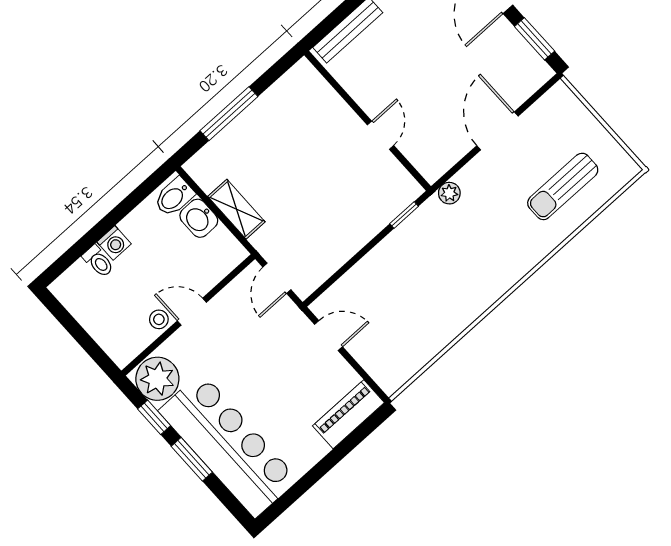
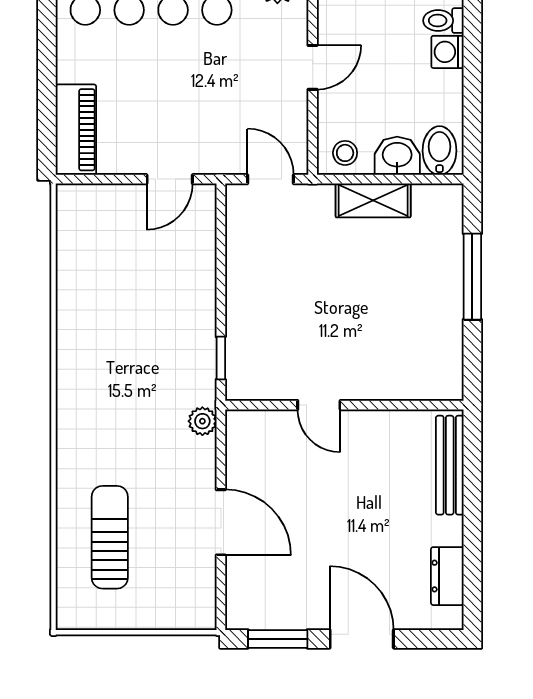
stool: (159, 319) -> (345, 153), moved

